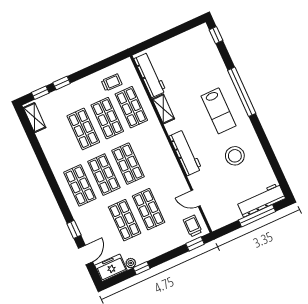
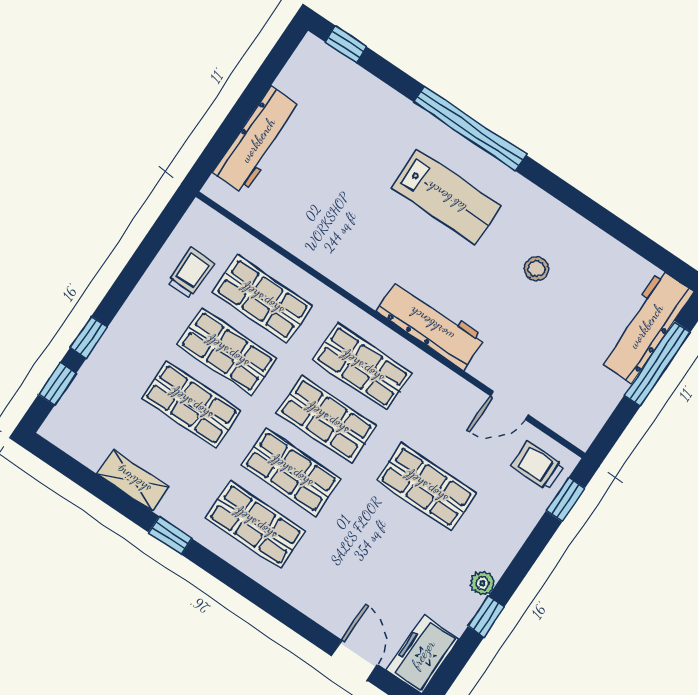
workbench: (150, 75) -> (258, 140), moved, turned 90
shelving: (163, 109) -> (330, 262), removed
shelving: (35, 118) -> (133, 480), moved
stool: (235, 156) -> (536, 269), width x0.53, depth x0.53
shop shelf: (125, 220) -> (362, 367), moved
window: (74, 229) -> (170, 535), moved
plant: (131, 263) -> (482, 583), moved

